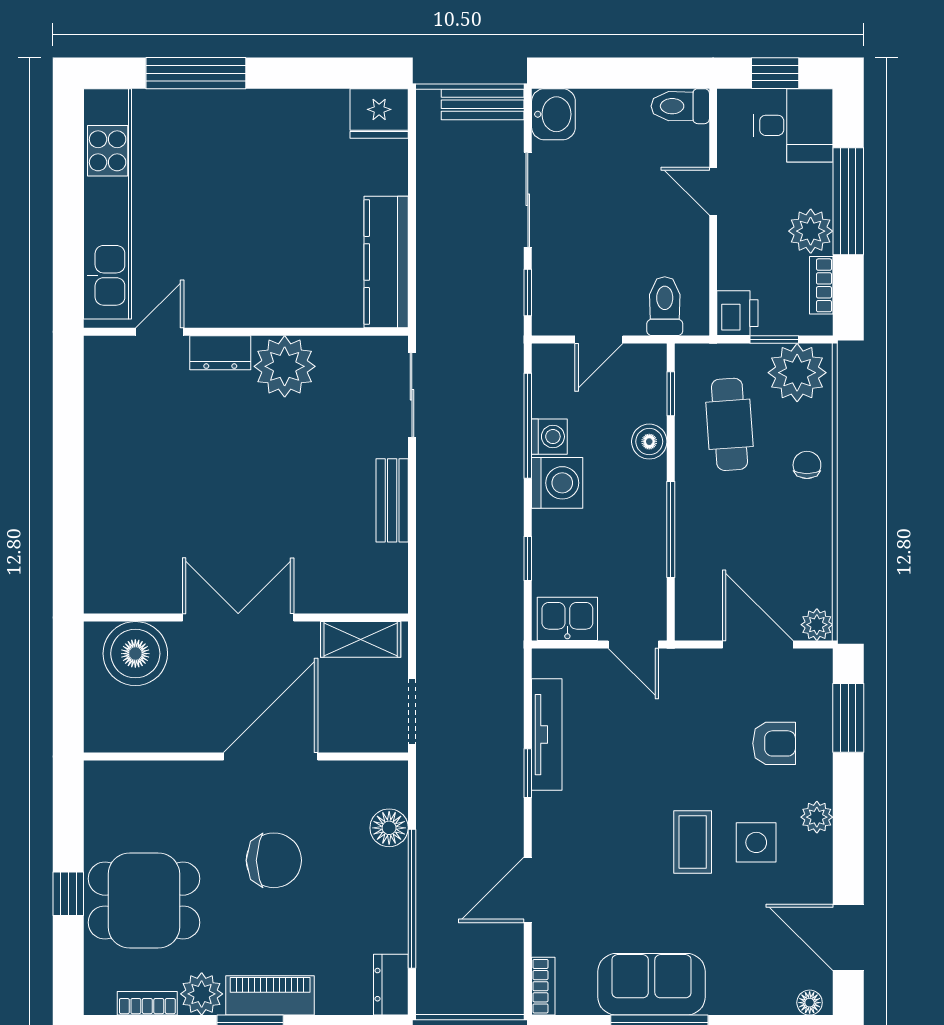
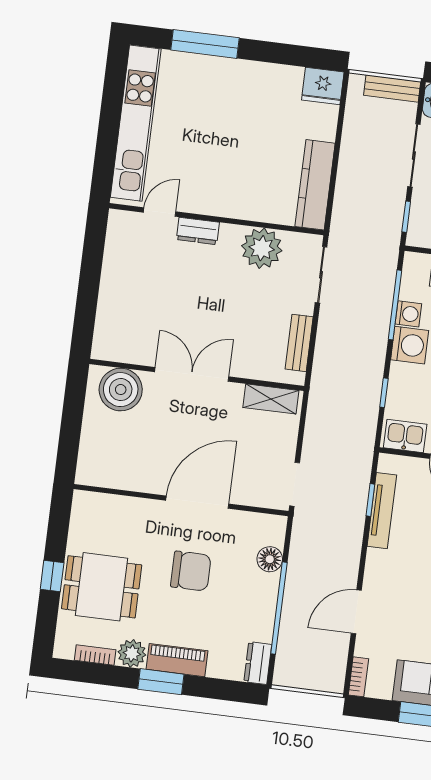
plant: (285, 366) -> (262, 248), moved
double door: (238, 617) -> (192, 374), moved
wall: (246, 617) -> (197, 375), moved
shelving: (361, 639) -> (271, 399), moved
boiler: (135, 654) -> (121, 390), moved
window: (528, 773) -> (370, 500), moved

